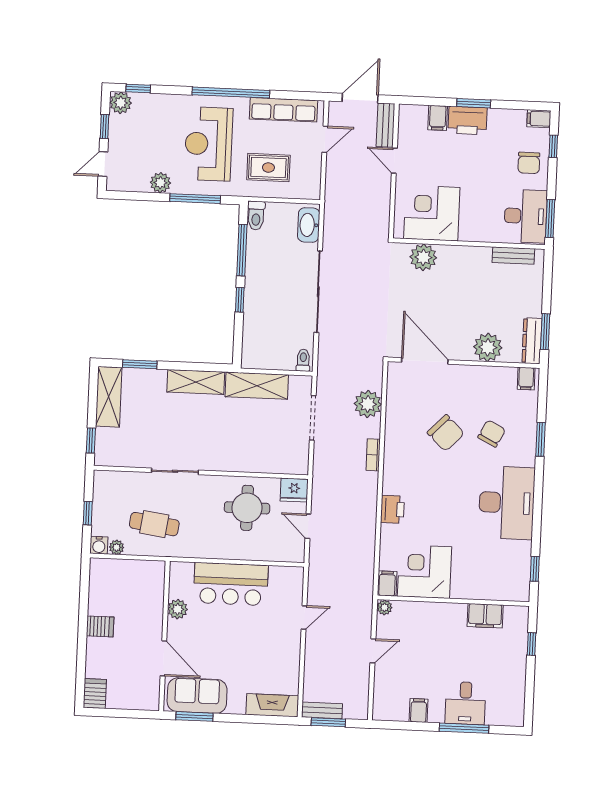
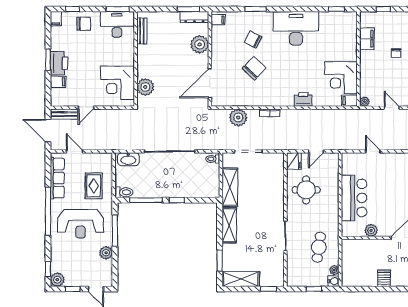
chair: (460, 662) -> (396, 53), added

